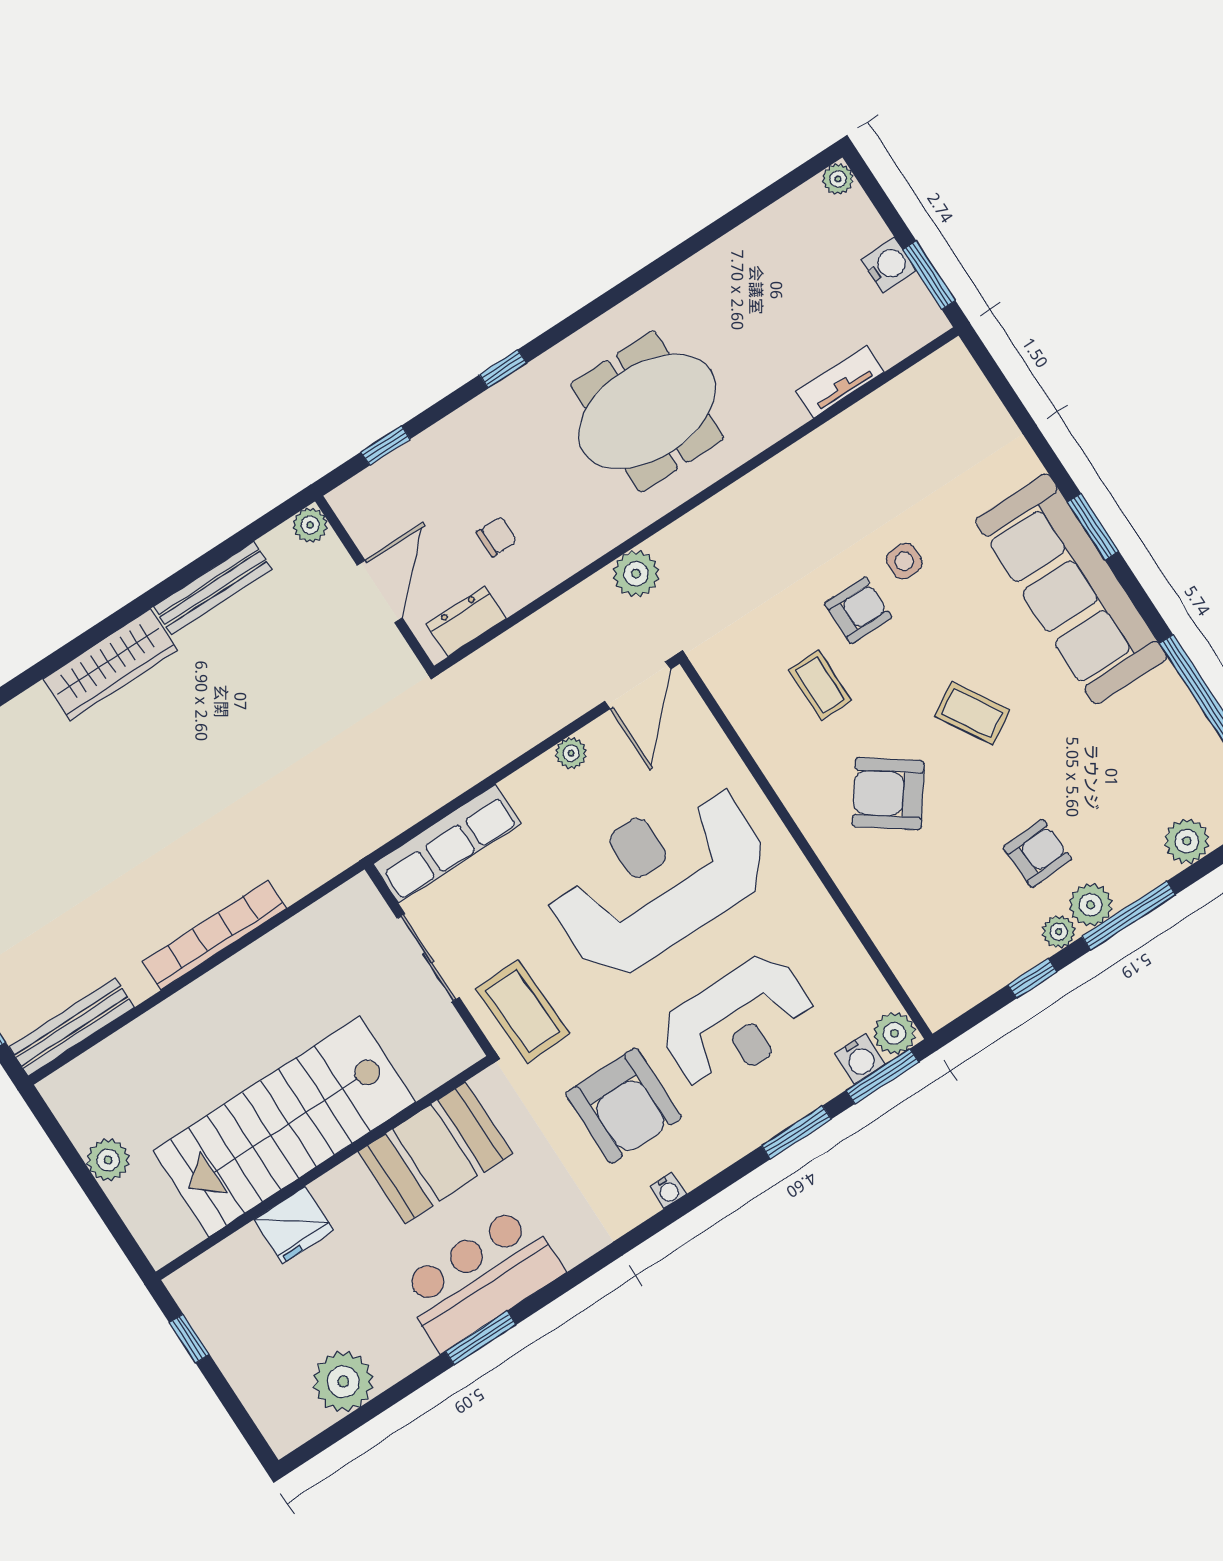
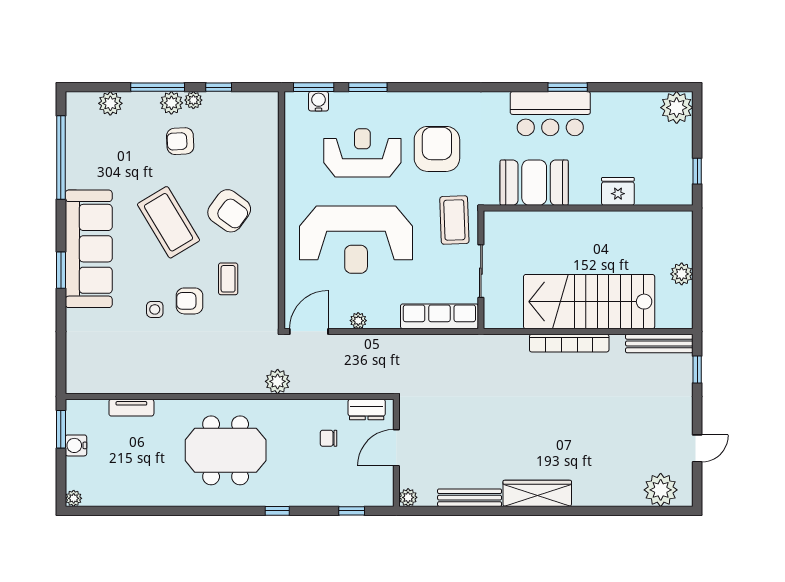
coffee table: (972, 713) -> (169, 222), width x1.86, depth x1.72
plant: (894, 1033) -> (296, 103), removed
stairs: (284, 1126) -> (589, 302), moved, turned 180
water cooler: (668, 1190) -> (442, 98), removed
plant: (343, 1382) -> (677, 108), moved

